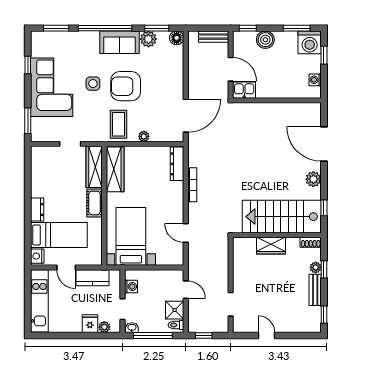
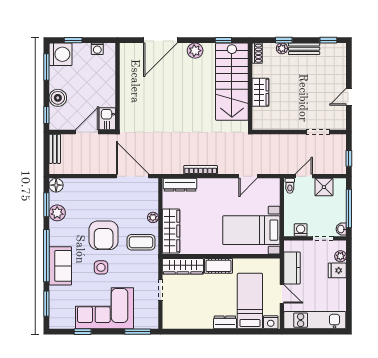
sofa: (119, 42) -> (60, 266), moved
wardrobe: (115, 169) -> (171, 231), moved, turned 90
door: (66, 267) -> (282, 294), hinge flipped
toilet: (176, 325) -> (290, 186), moved

